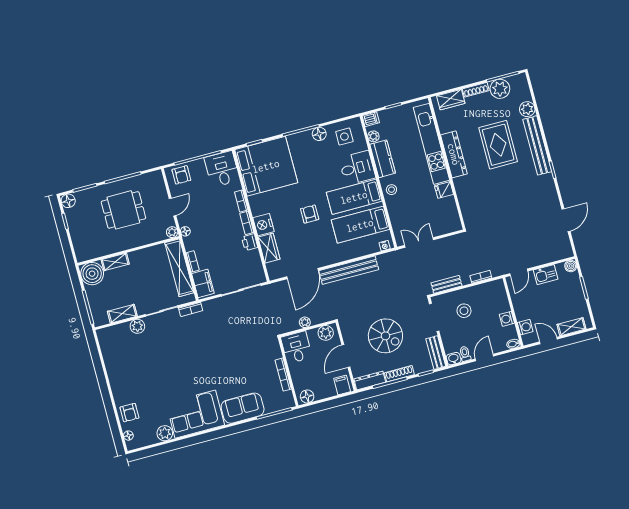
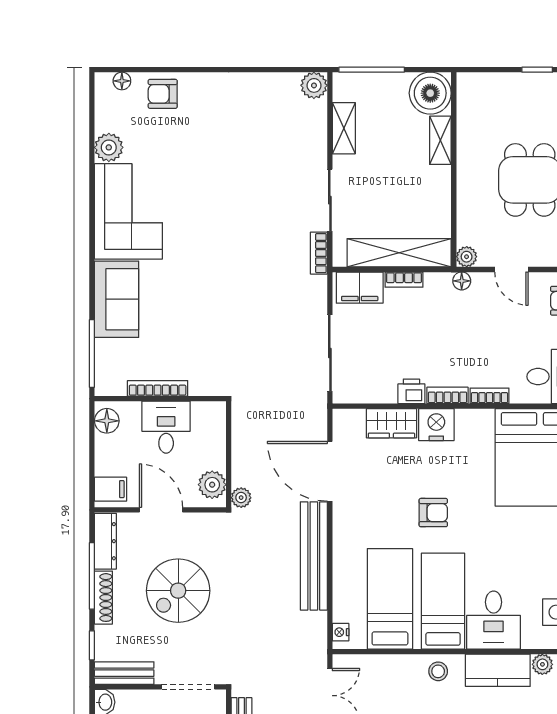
plant: (305, 322) -> (241, 498), moved
plant: (137, 326) -> (314, 85), moved
desk: (296, 347) -> (166, 427), moved, turned -90

